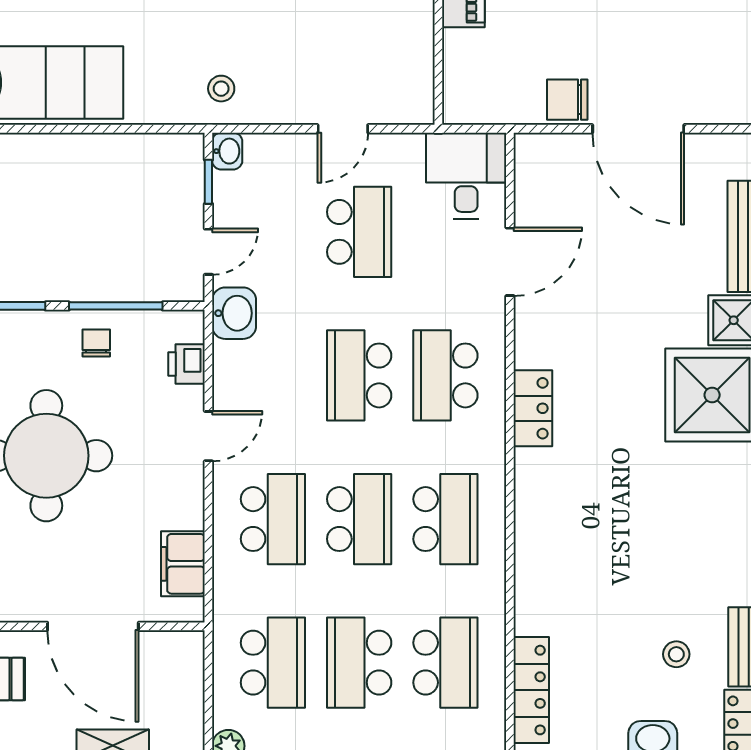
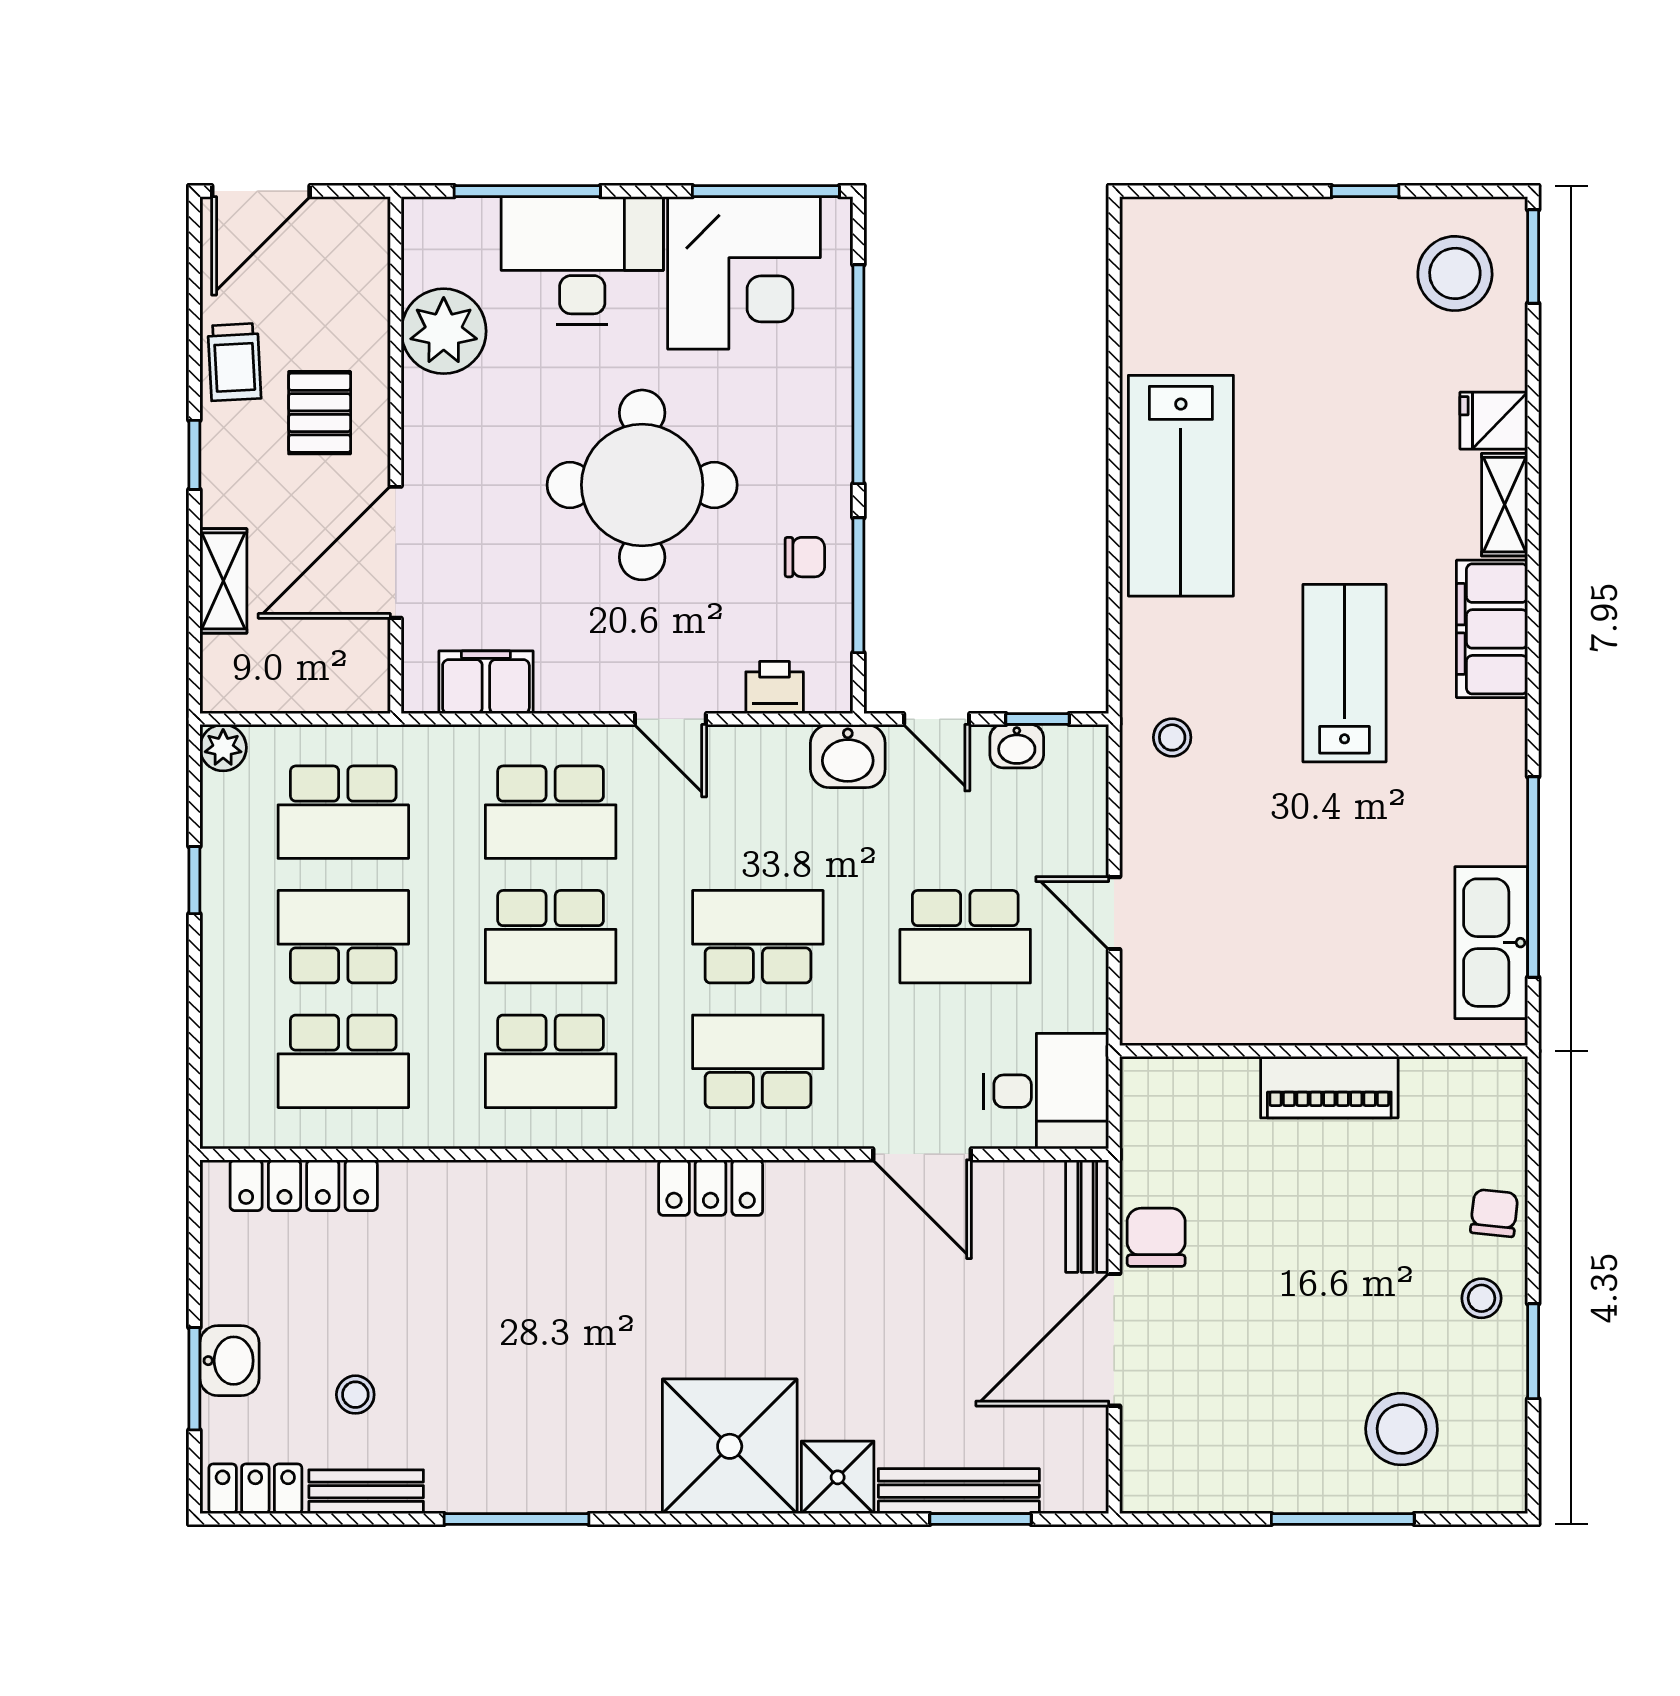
bench: (553, 147) -> (1087, 1216), added
washbasin: (227, 151) -> (1017, 746), moved

